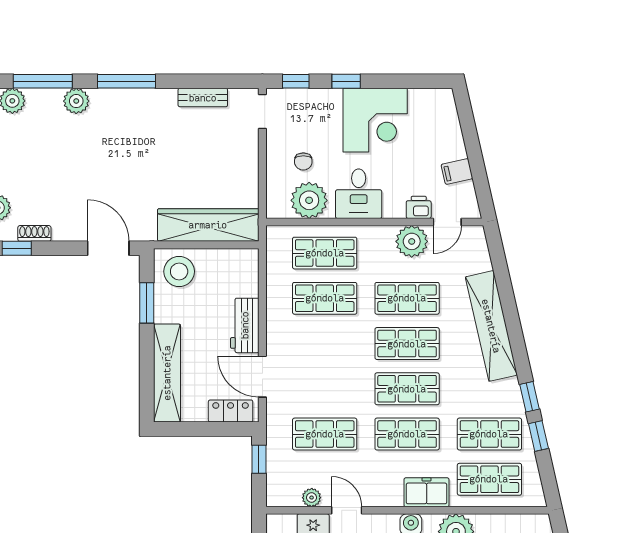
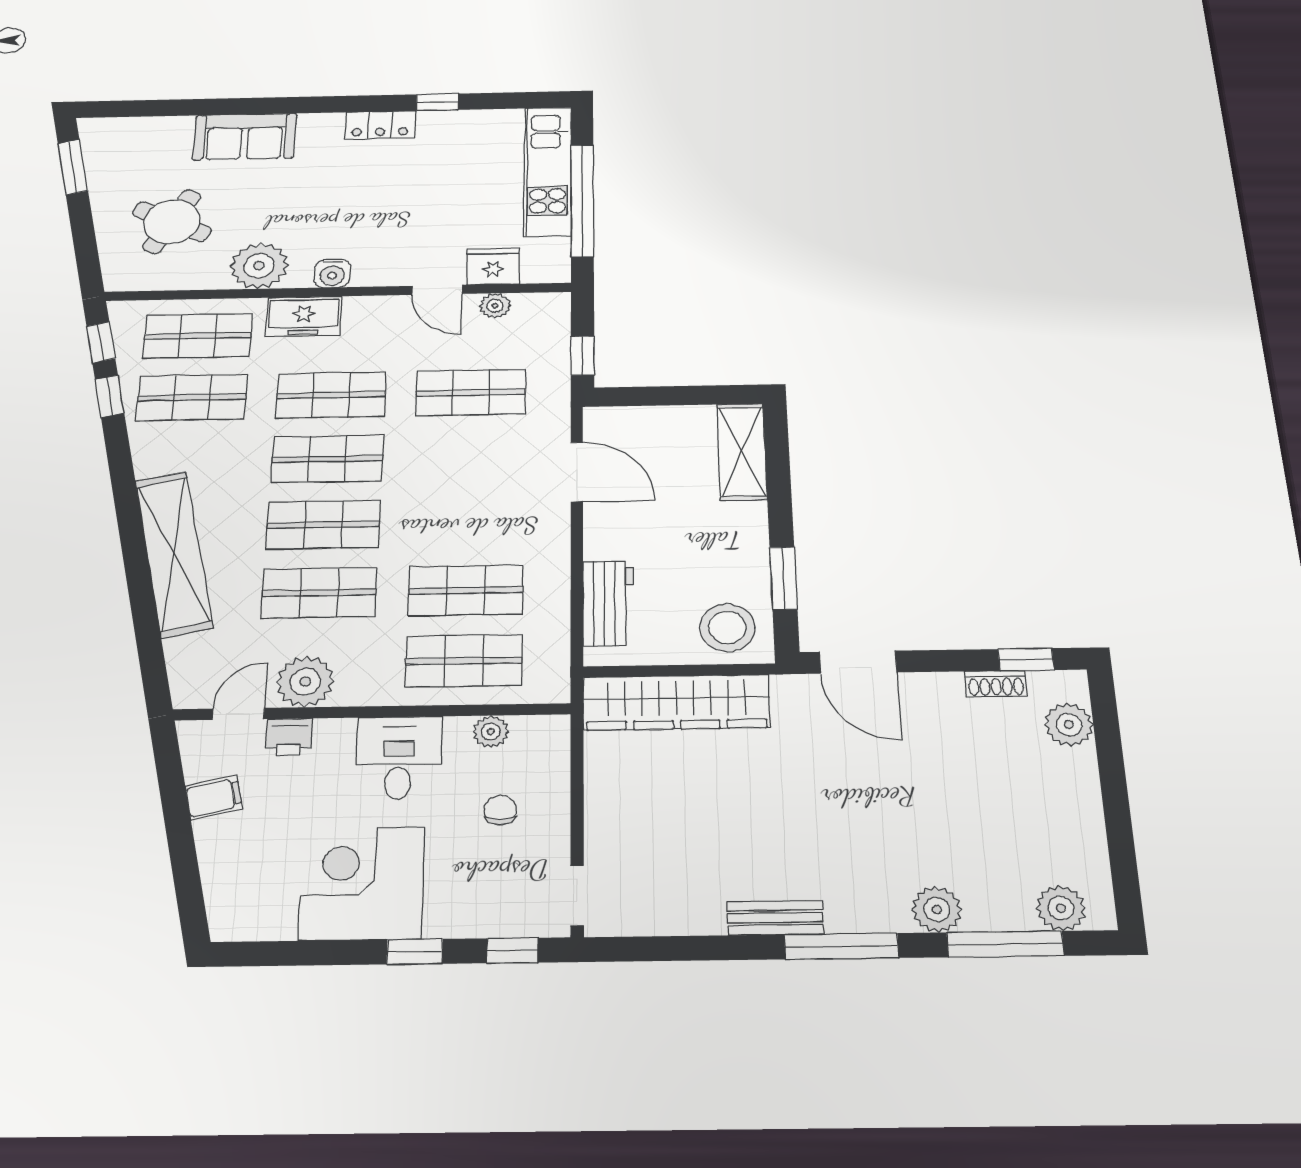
bench: (203, 98) -> (775, 918), moved
plant: (309, 200) -> (491, 731), width x0.53, depth x0.53
workbench: (245, 325) -> (608, 603), moved
shelving: (167, 373) -> (742, 452), width x0.68
window: (530, 397) -> (101, 342), moved
locker: (231, 411) -> (631, 422), removed

